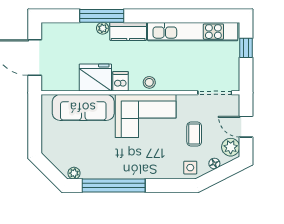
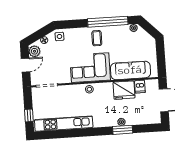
window: (102, 16) -> (123, 130), width x0.69
kitchen counter: (128, 31) -> (105, 121), removed
dishwasher: (120, 81) -> (140, 87), moved
door: (246, 127) -> (26, 65), hinge flipped
coffee table: (194, 134) -> (97, 38), moved

